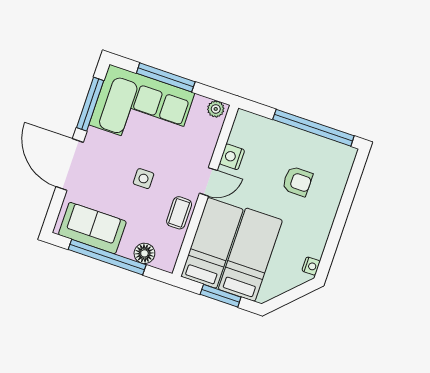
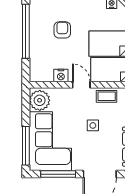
window: (166, 77) -> (26, 146), moved
plant: (216, 109) -> (40, 100), width x1.88, depth x1.88

